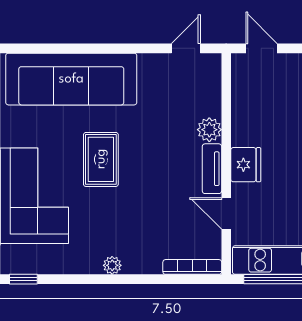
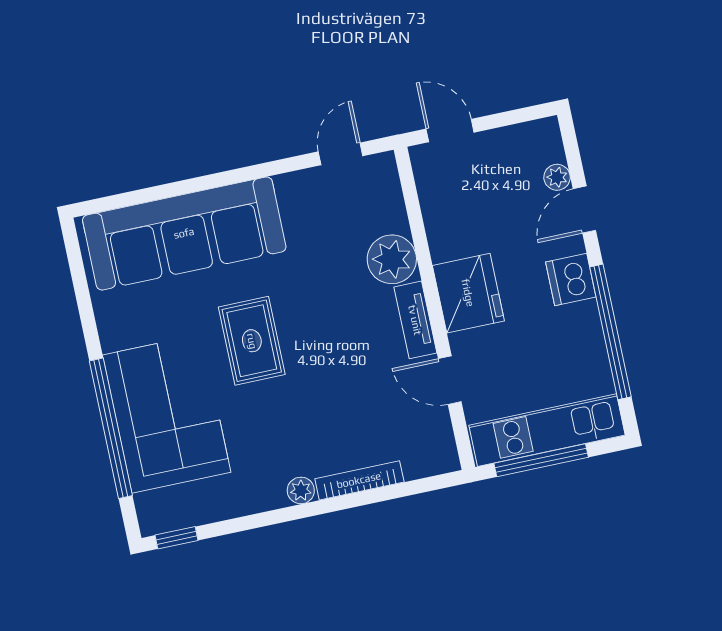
plant: (209, 130) -> (392, 259), width x1.36, depth x1.36
fridge: (246, 165) -> (468, 293), width x1.36, depth x1.34
bookcase: (192, 267) -> (359, 480), moved

